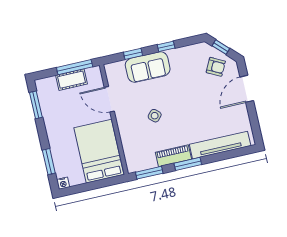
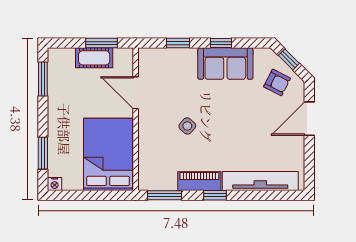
window: (75, 67) -> (102, 43), width x0.69
sofa: (148, 67) -> (225, 64), moved
window: (188, 164) -> (215, 195), width x0.67

